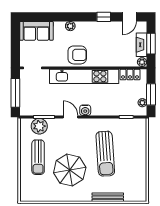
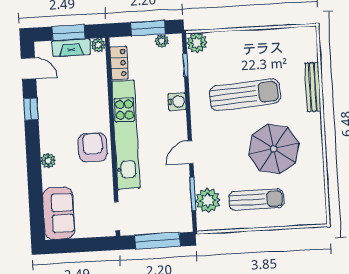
water cooler: (85, 110) -> (177, 102), moved
plant: (140, 125) -> (197, 43), added

